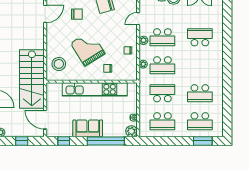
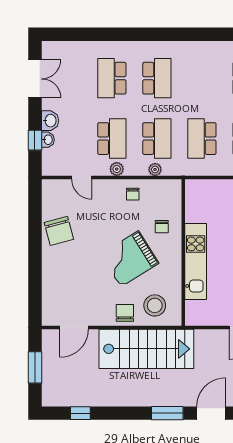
door: (45, 14) -> (74, 327), swing flipped
chair: (77, 14) -> (125, 313), moved
stairs: (32, 79) -> (146, 349), moved
kitchen unit: (95, 89) -> (196, 262), width x0.73
school desk: (200, 93) -> (157, 78), moved

